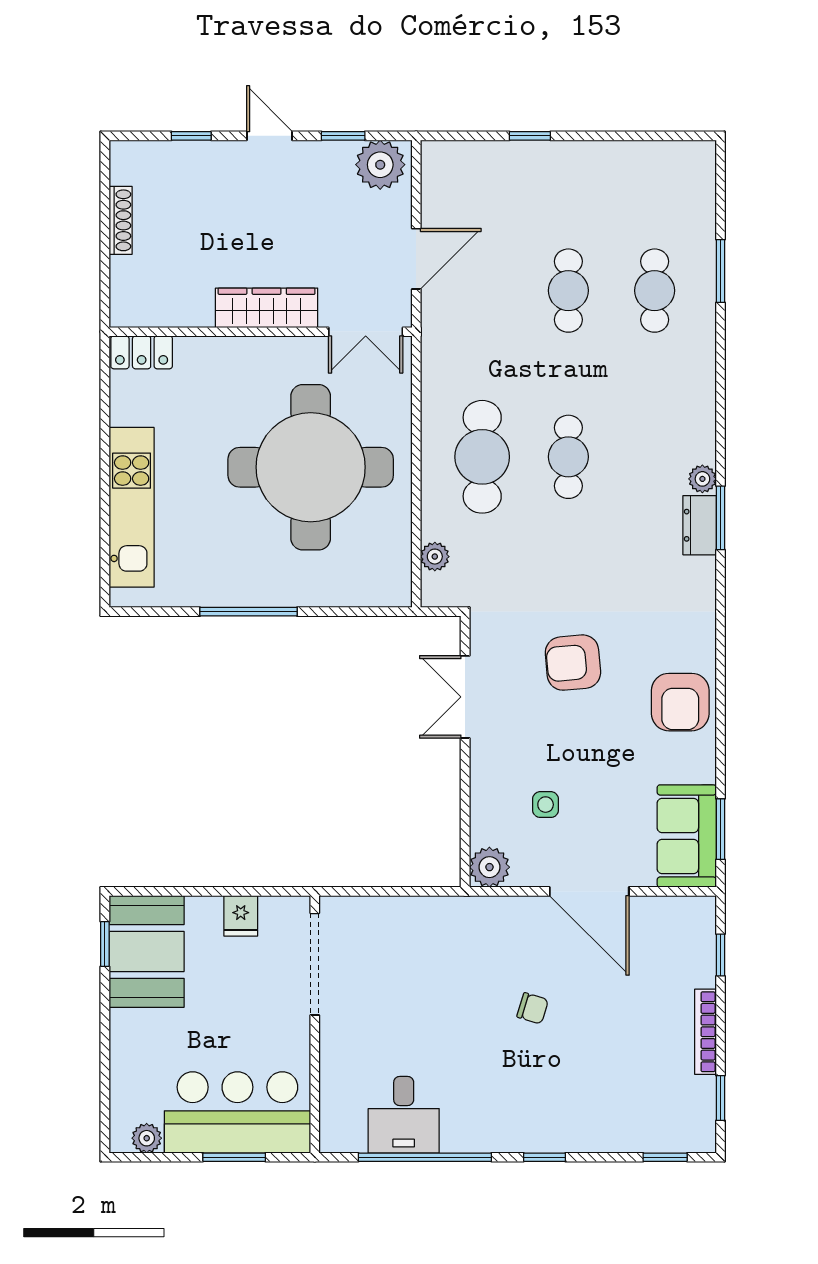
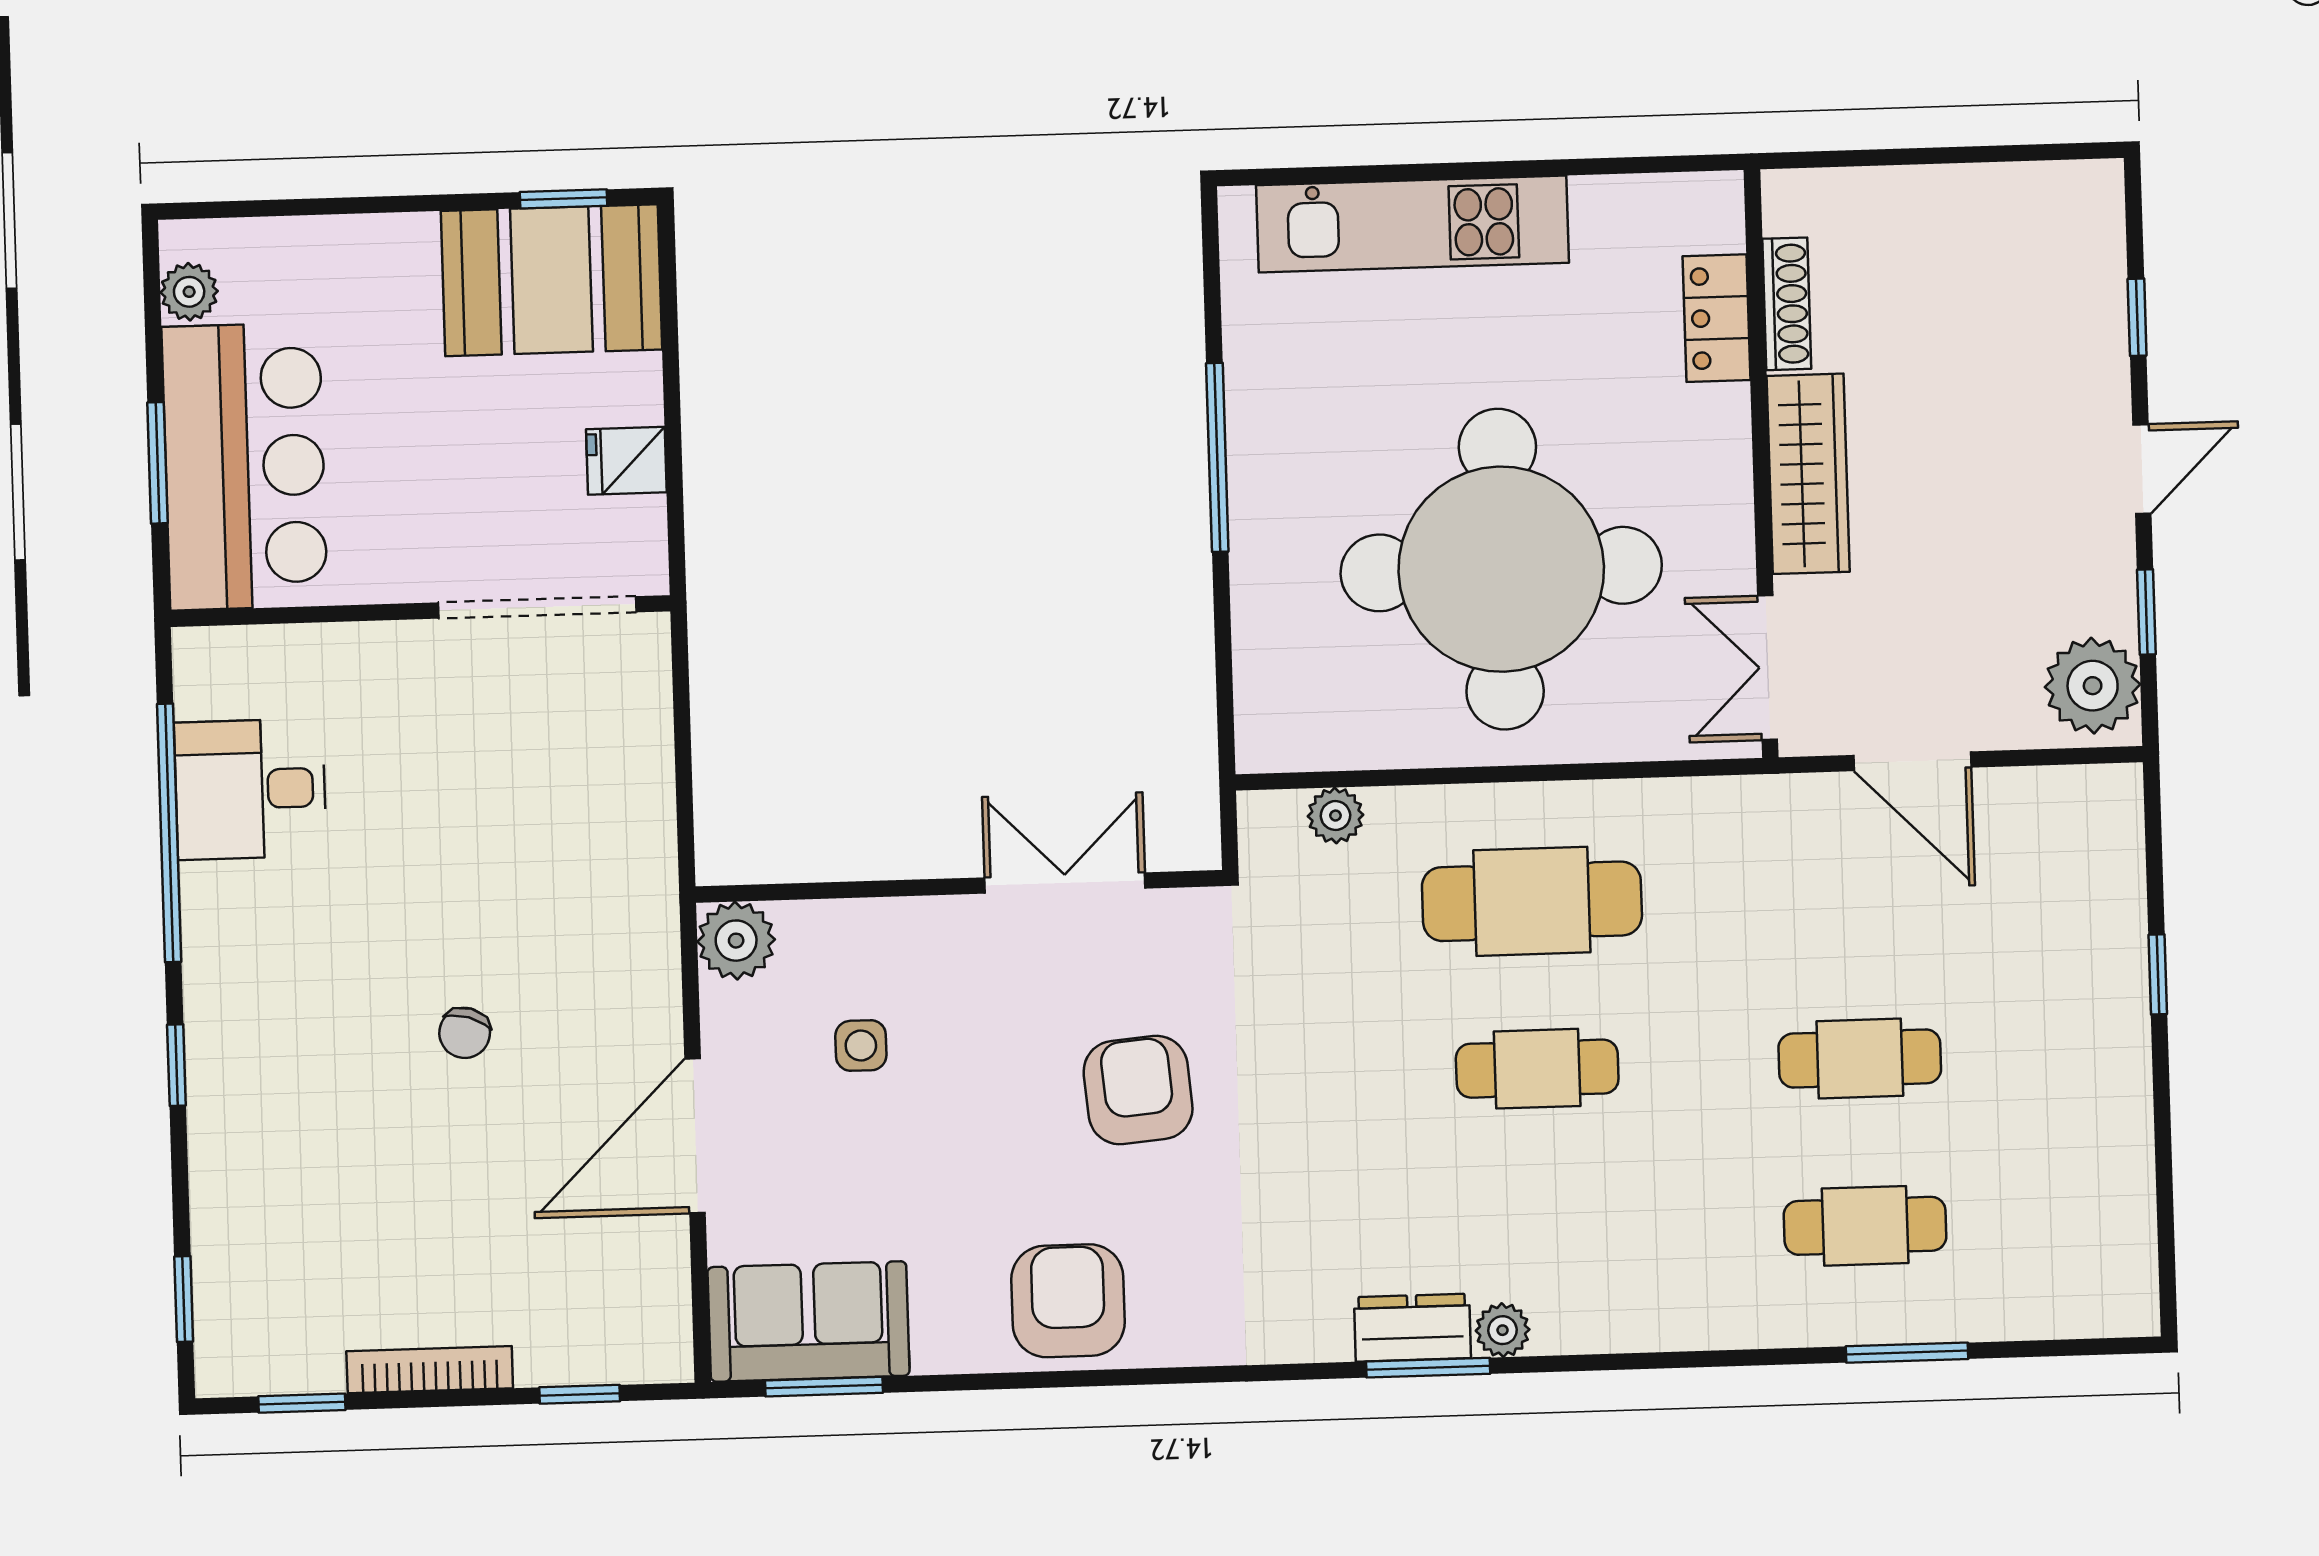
shoe rack: (121, 220) -> (1787, 304), moved, turned -90
locker: (142, 352) -> (1717, 318), moved
armchair: (680, 702) -> (1068, 1301), turned 90

